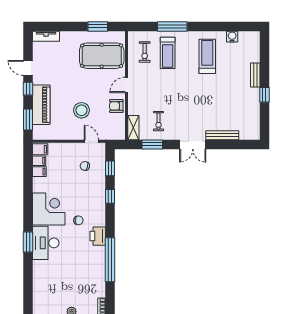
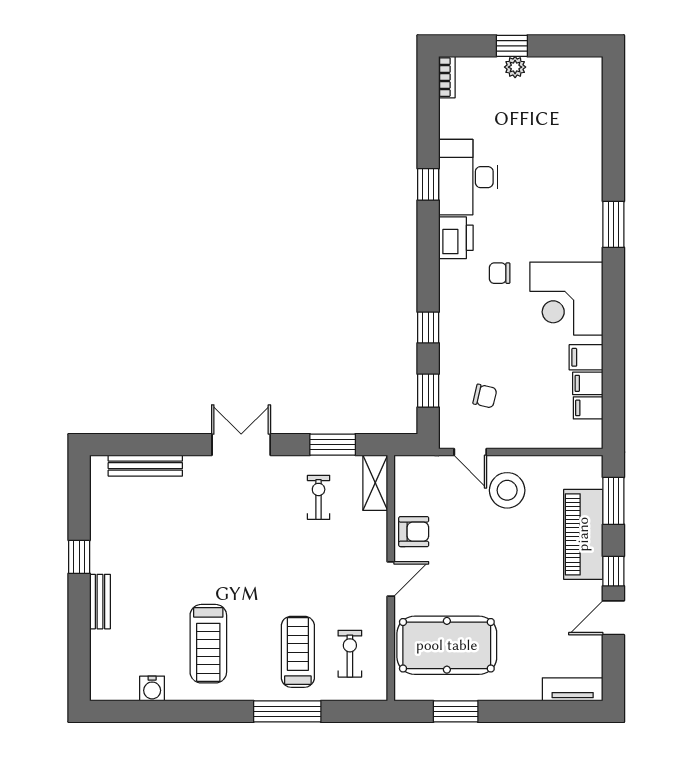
door: (28, 68) -> (613, 618), swing flipped
stool: (81, 110) -> (507, 490), moved
bench: (222, 135) -> (145, 466), moved
filing cabinet: (40, 149) -> (586, 357), moved
desk: (46, 243) -> (468, 177), moved, turned 180
window: (110, 260) -> (428, 184), width x0.32

